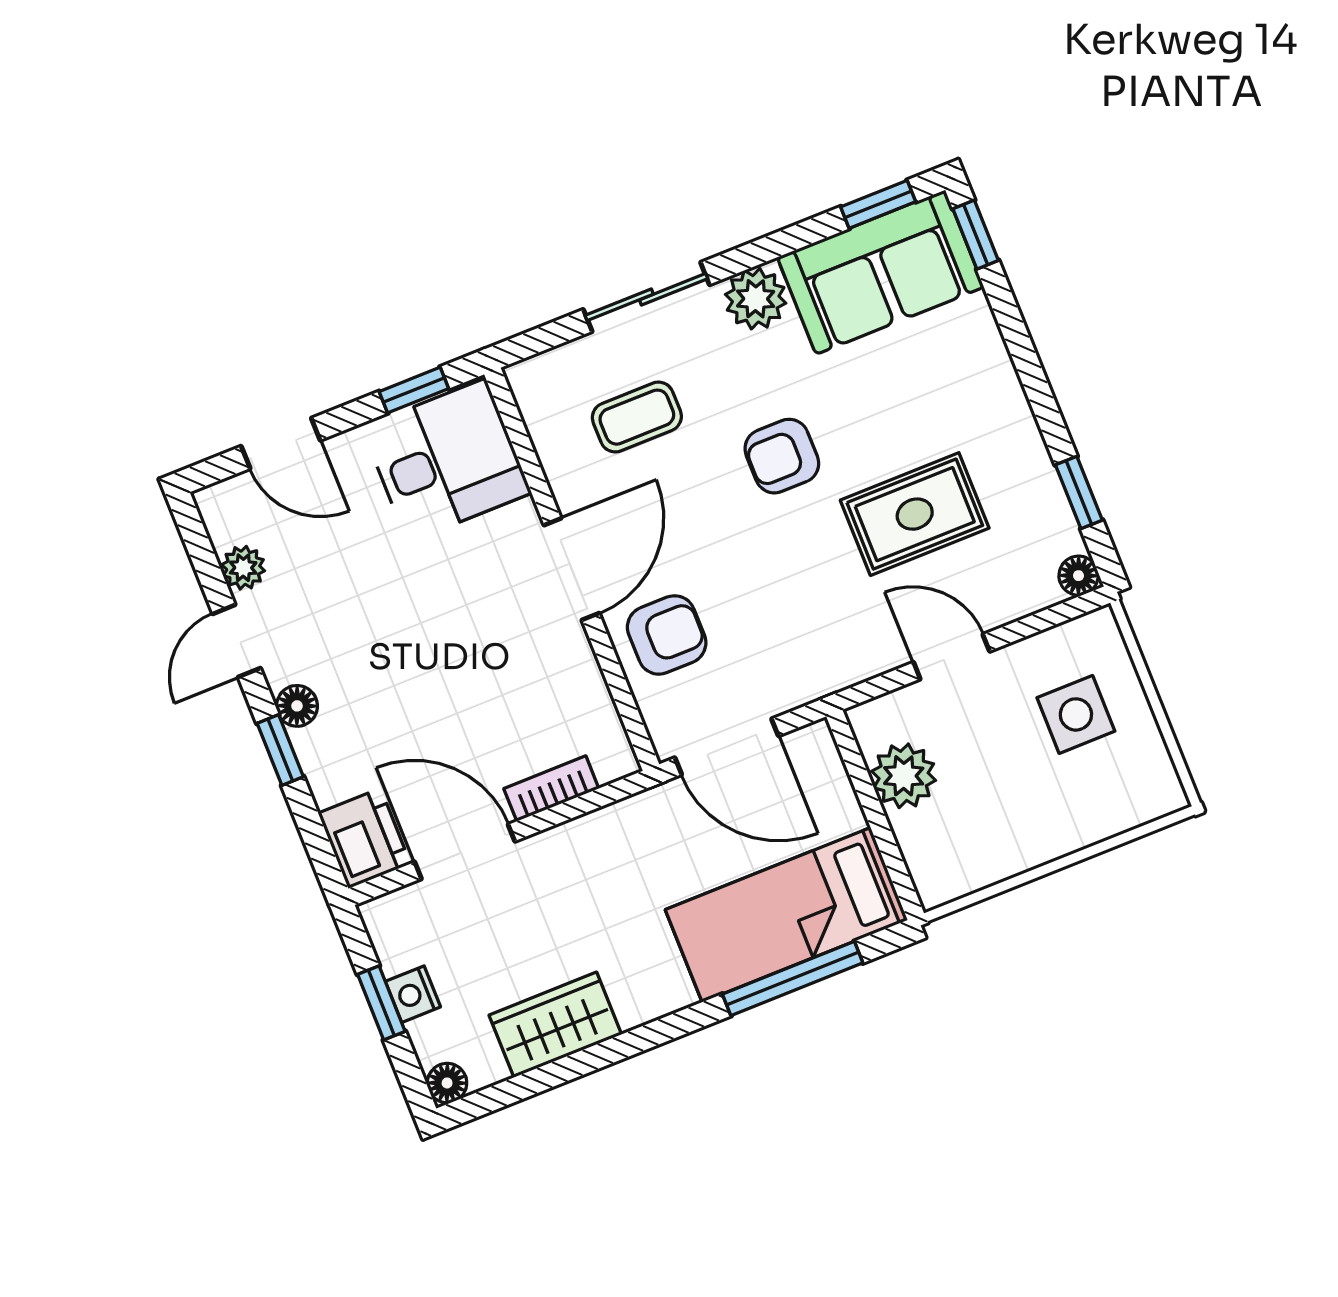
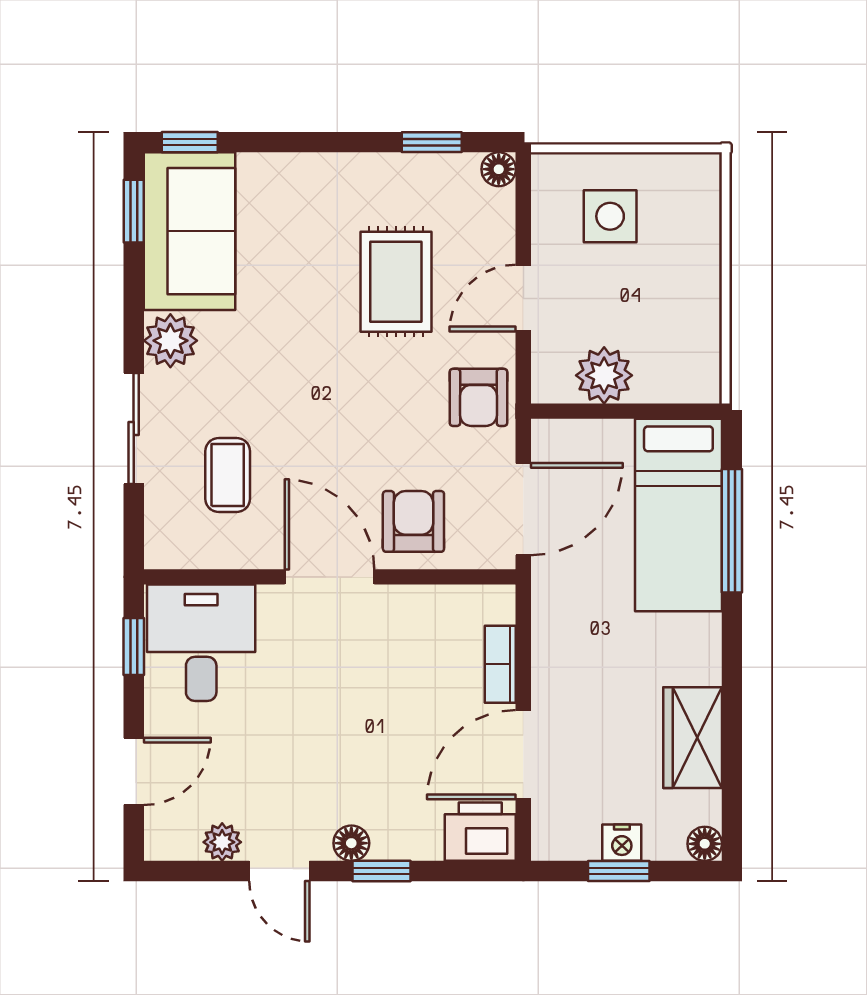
armchair: (782, 456) -> (478, 397), moved

